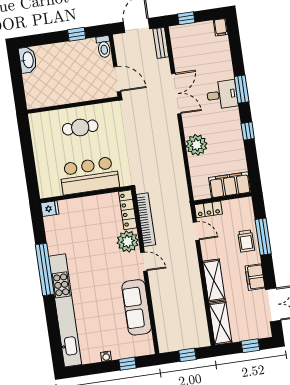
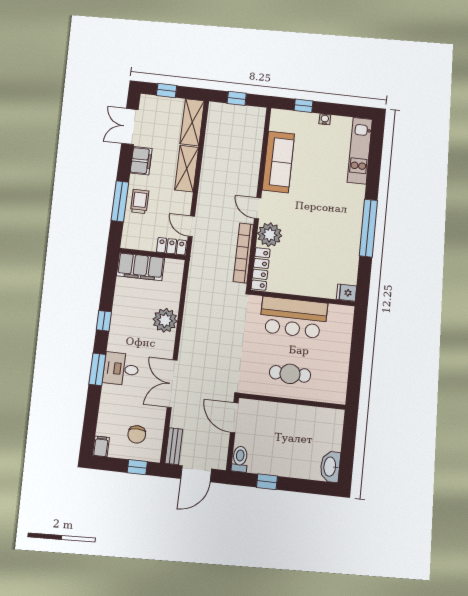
chair: (194, 45) -> (137, 434), added
kitchen unit: (65, 310) -> (360, 151), width x0.54

